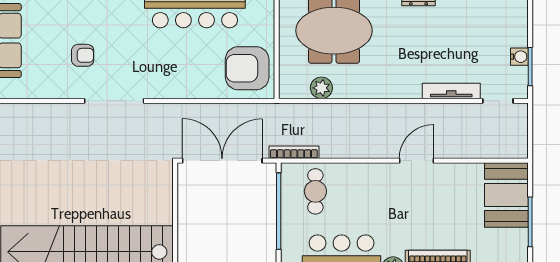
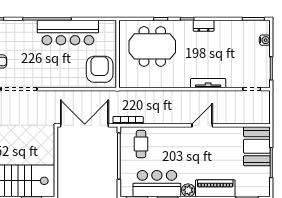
water cooler: (519, 57) -> (265, 40), moved
armchair: (247, 68) -> (100, 69), turned 90
plant: (321, 88) -> (145, 81), removed
tv unit: (451, 91) -> (208, 83), moved

